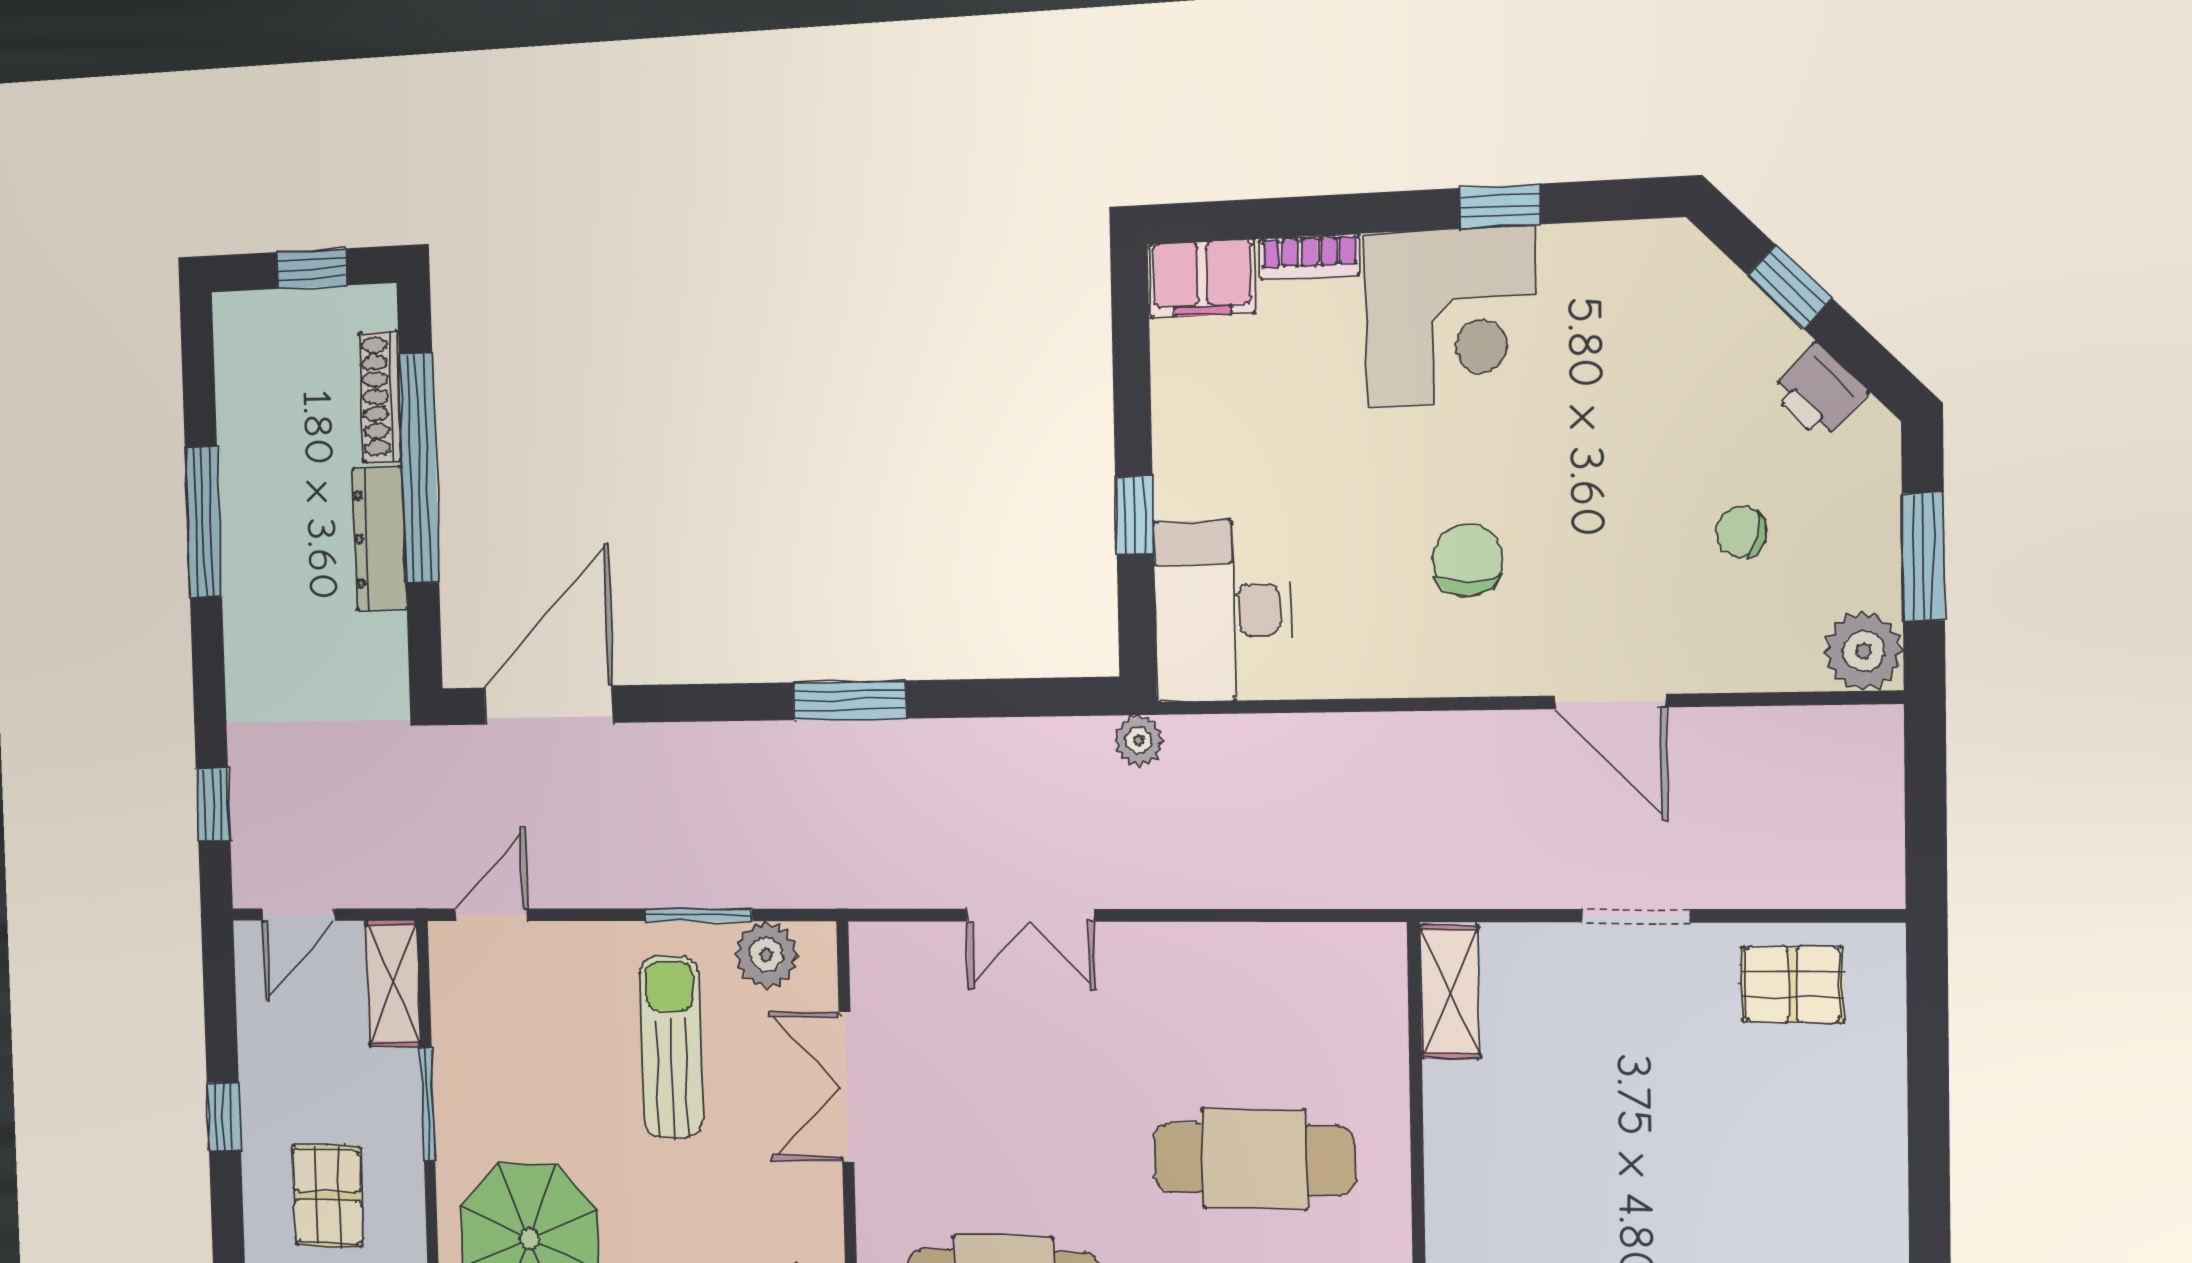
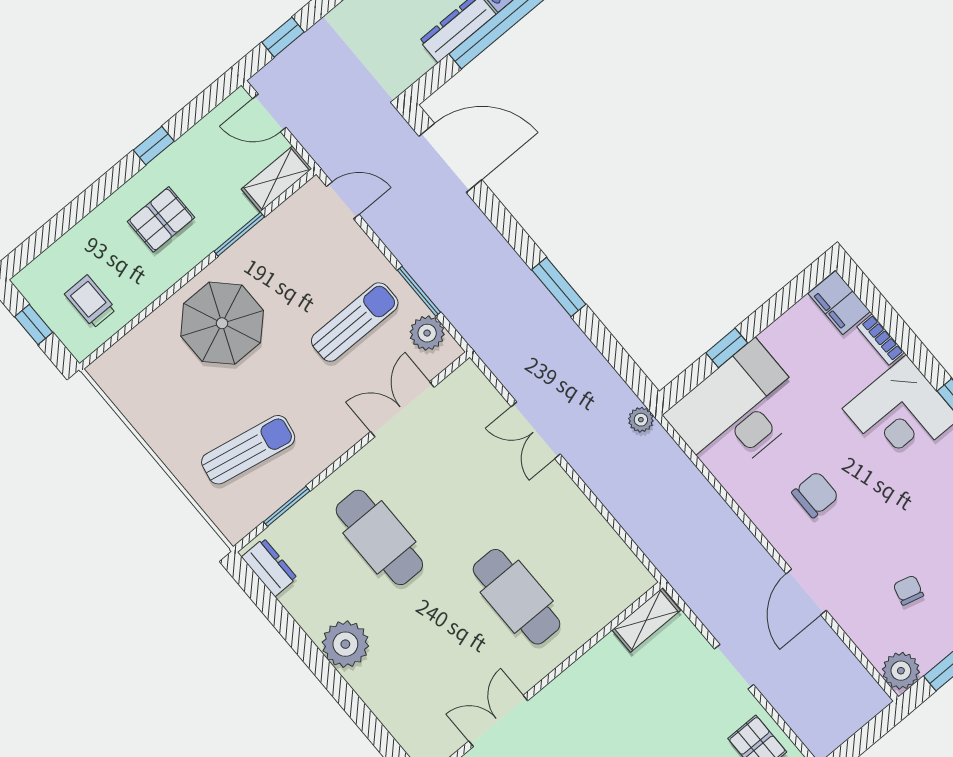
desk: (1223, 611) -> (738, 411), width x1.36, depth x1.30

